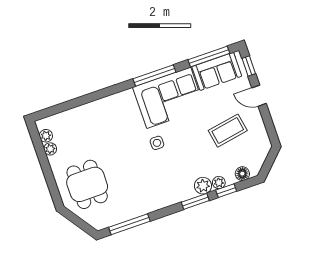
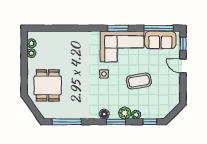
window: (154, 75) -> (118, 28), width x0.69
coffee table: (228, 131) -> (139, 81), moved
floor lamp: (242, 174) -> (104, 114), moved
window: (226, 191) -> (150, 122), moved

